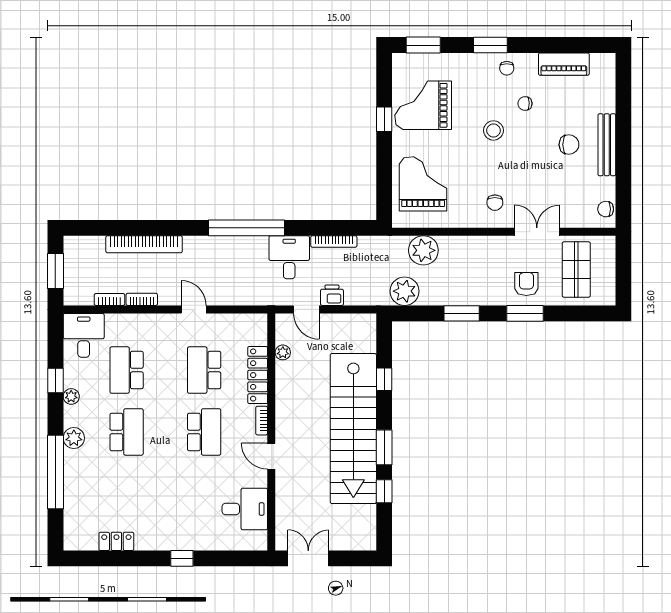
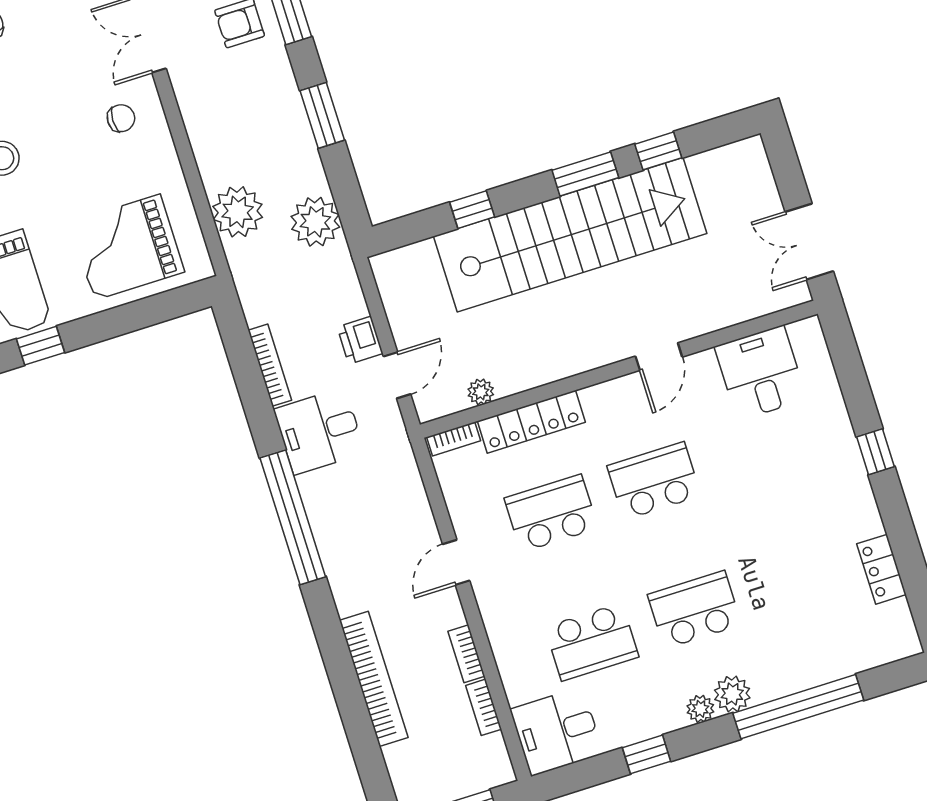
school desk: (204, 370) -> (551, 513), turned 180
plant: (71, 396) -> (700, 709), moved
bookcase: (262, 421) -> (454, 439), moved

